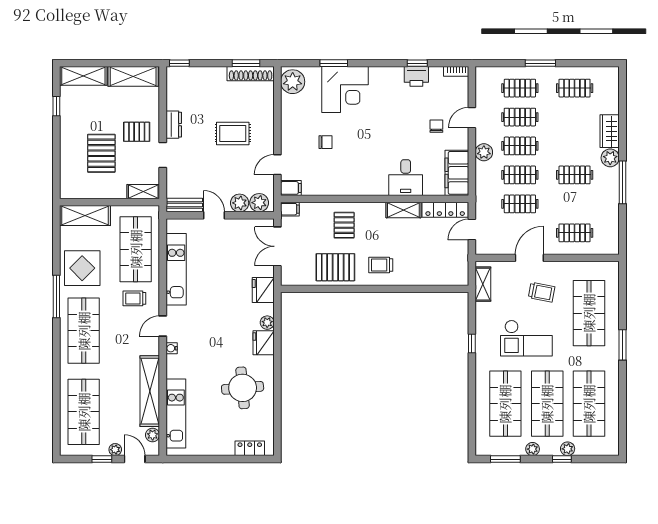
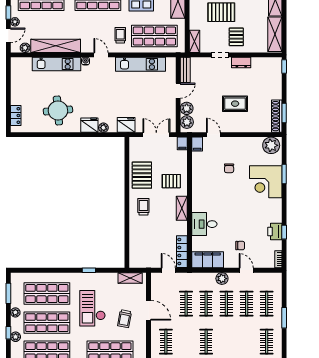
rug: (233, 133) -> (235, 104), turned 90
shelving: (403, 210) -> (182, 208), moved
kitchen unit: (176, 414) -> (57, 64), moved

